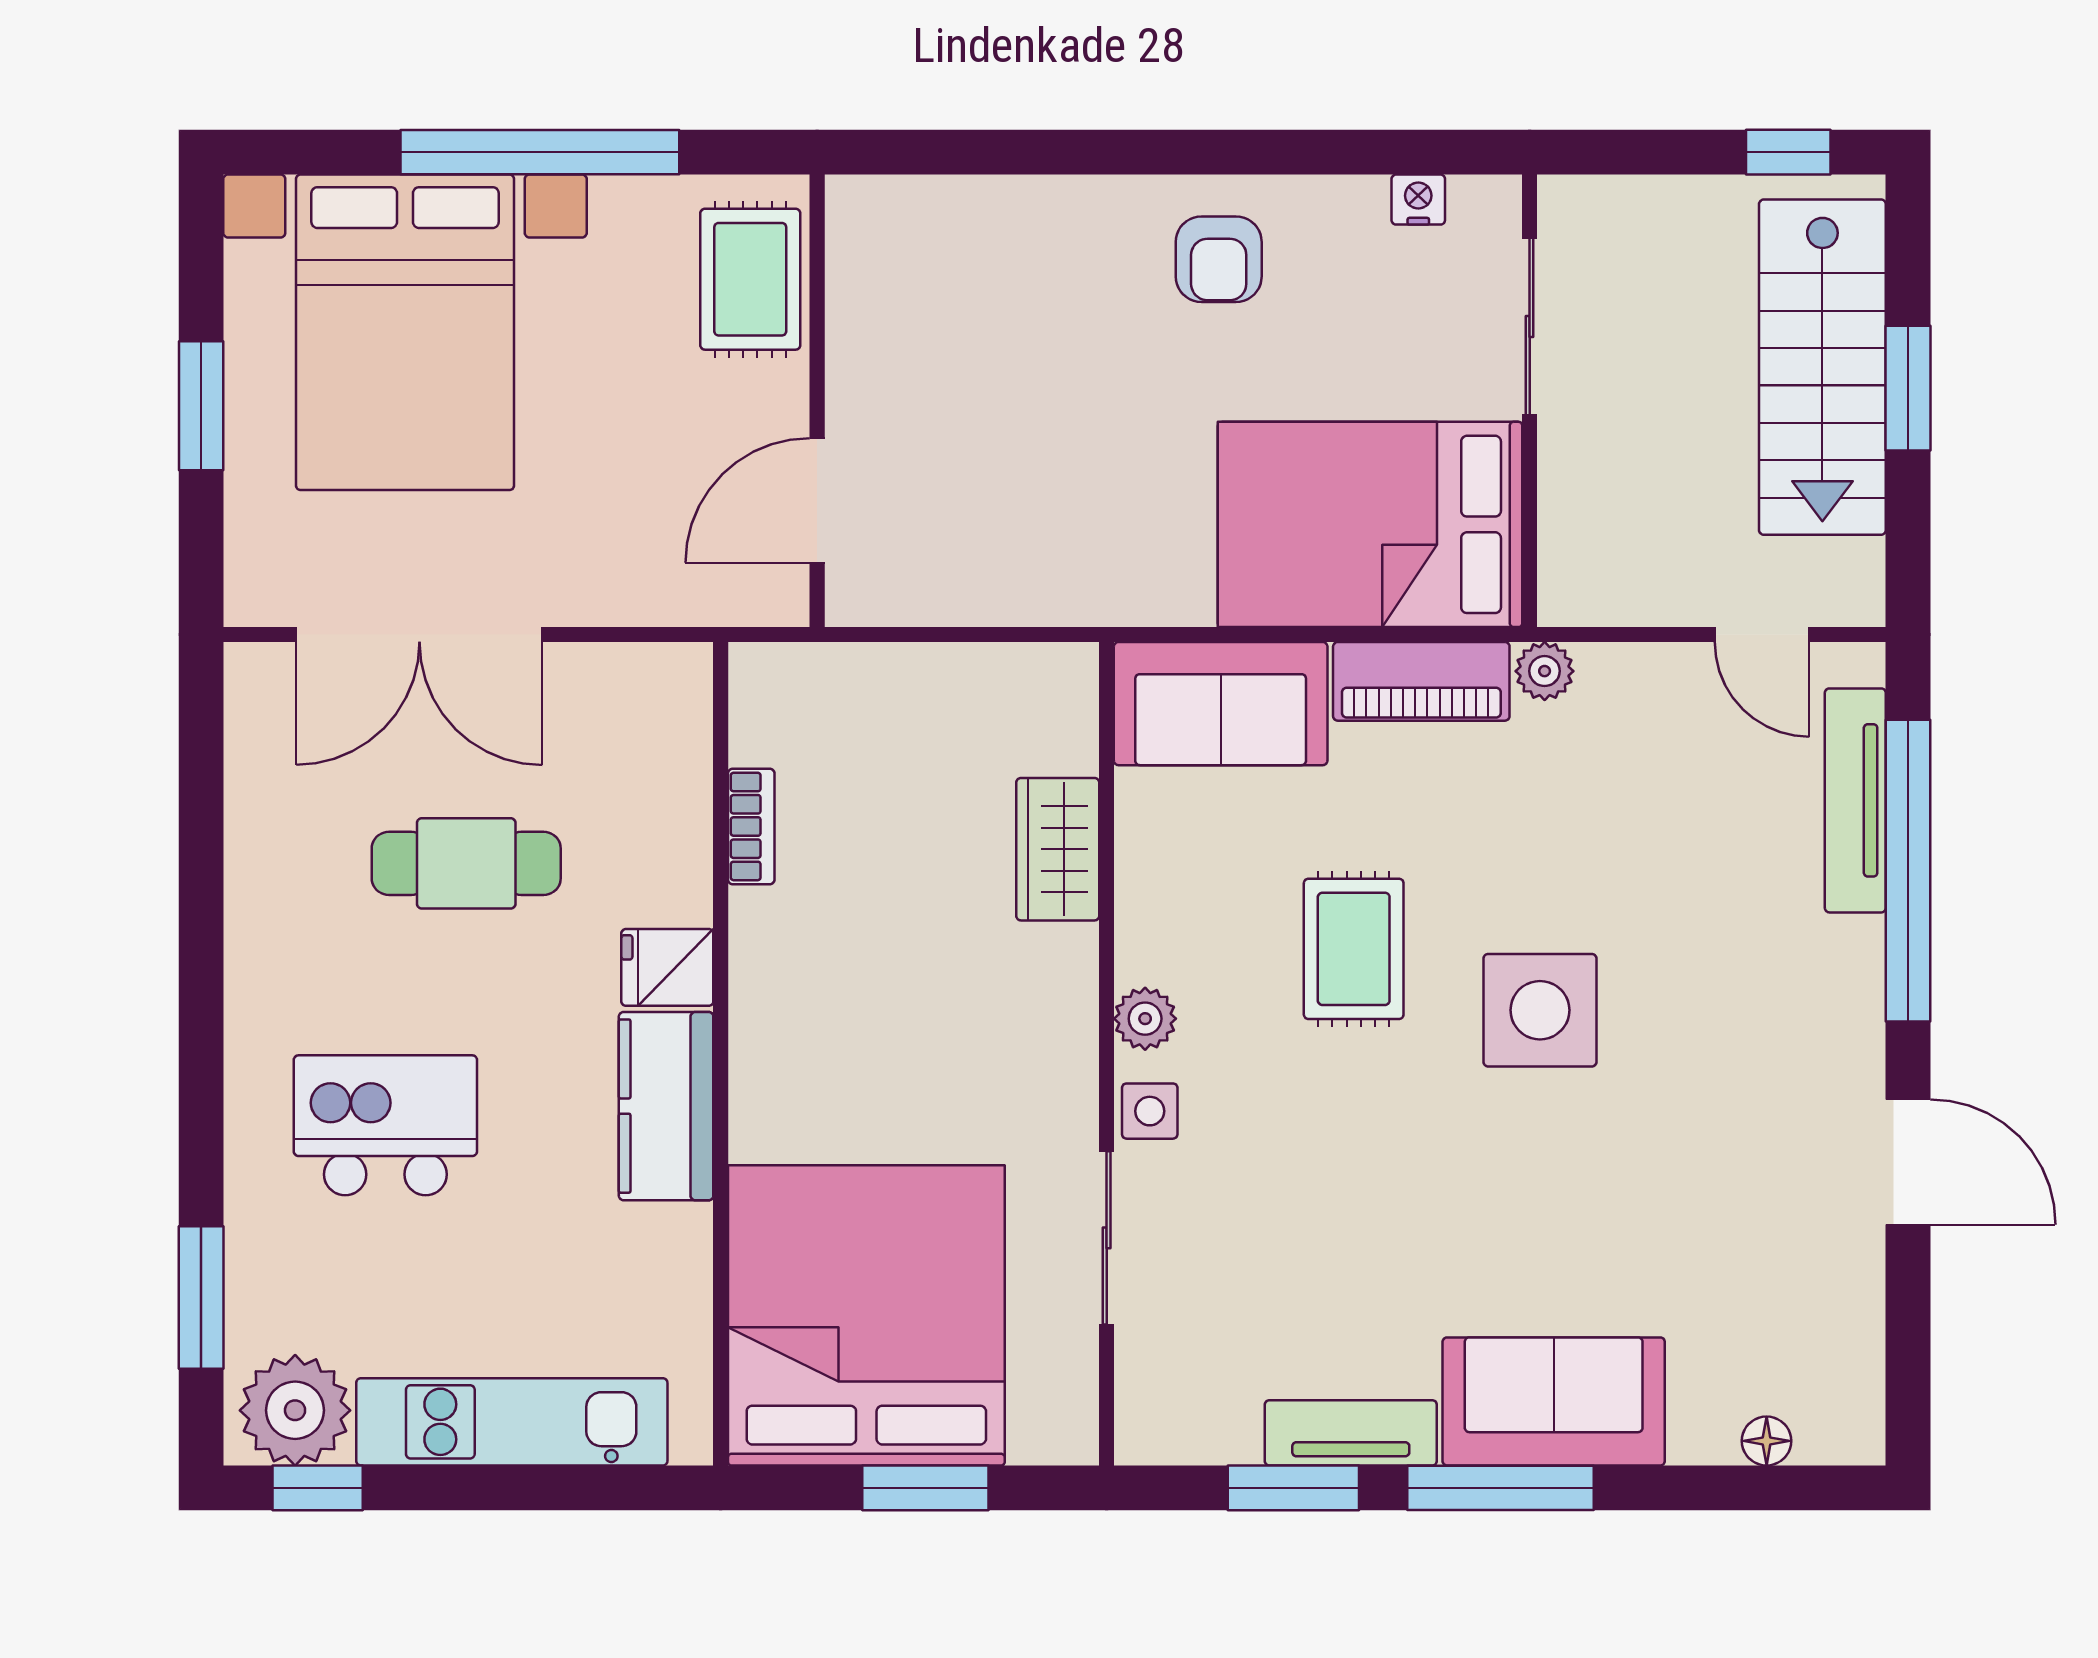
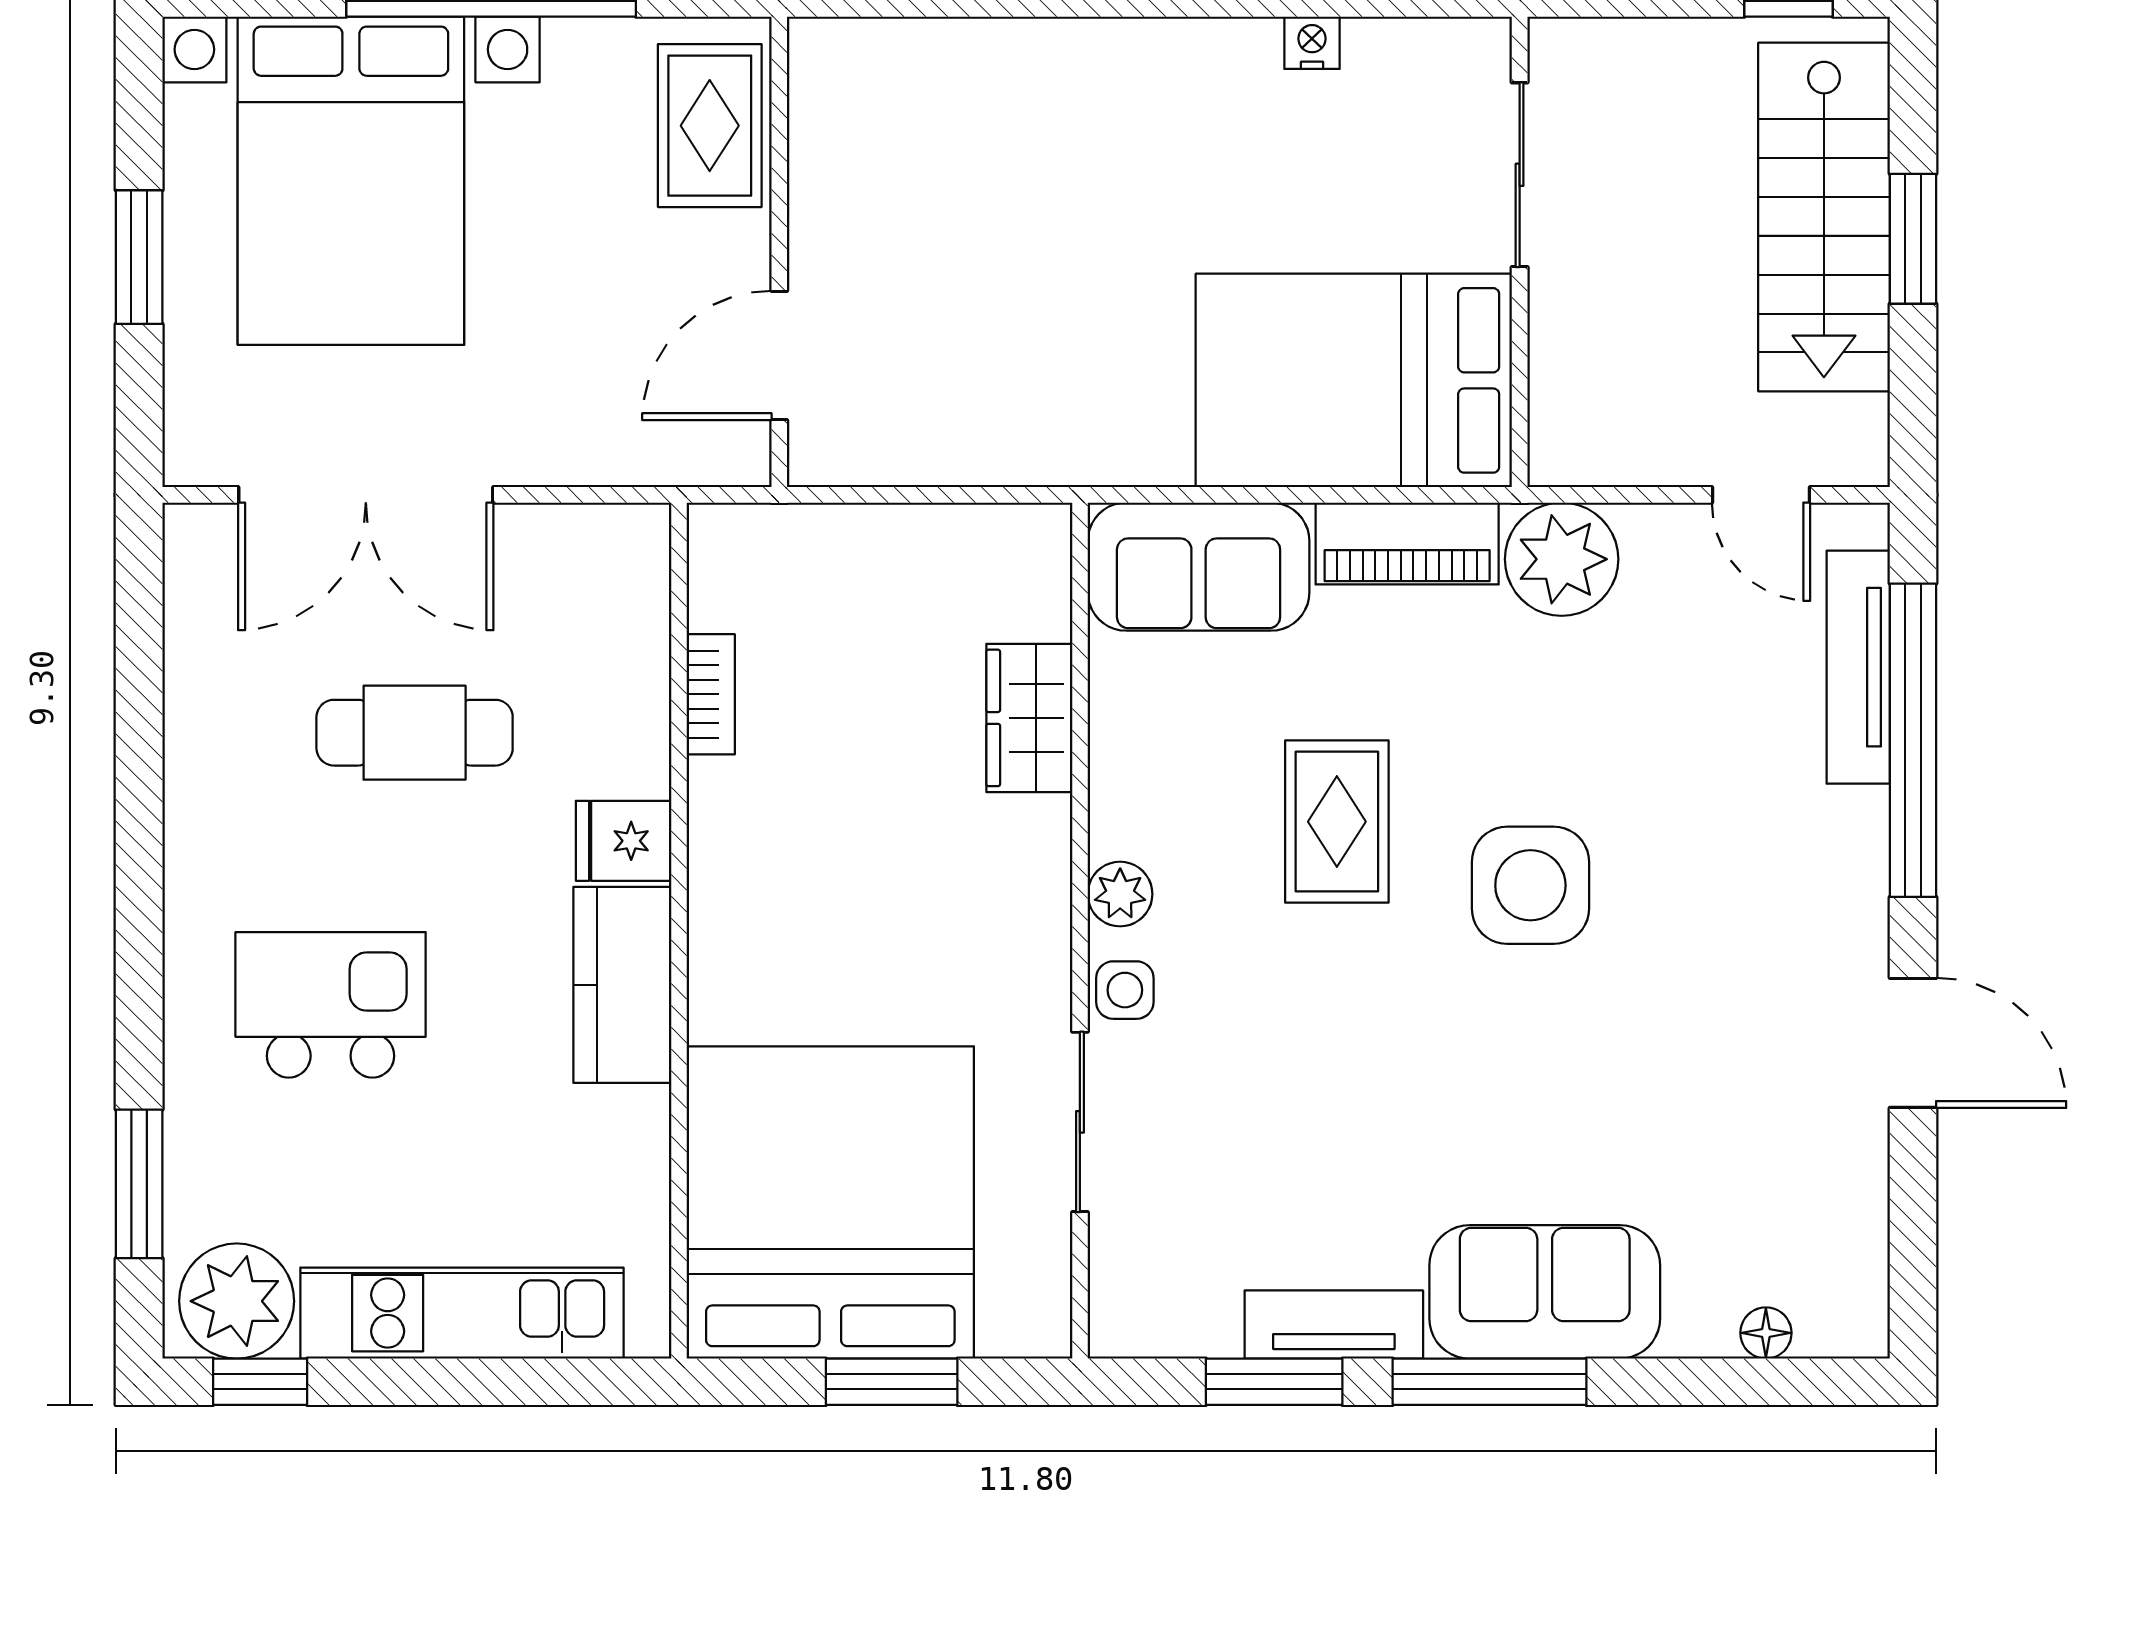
nightstand: (1418, 200) -> (1312, 43), moved
armchair: (1219, 259) -> (1197, 105), removed
plant: (1545, 671) -> (1562, 559), width x1.87, depth x1.87

